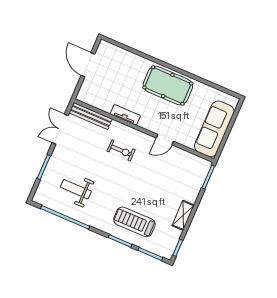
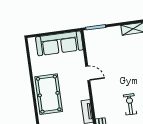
exercise bike: (121, 150) -> (130, 104), moved

